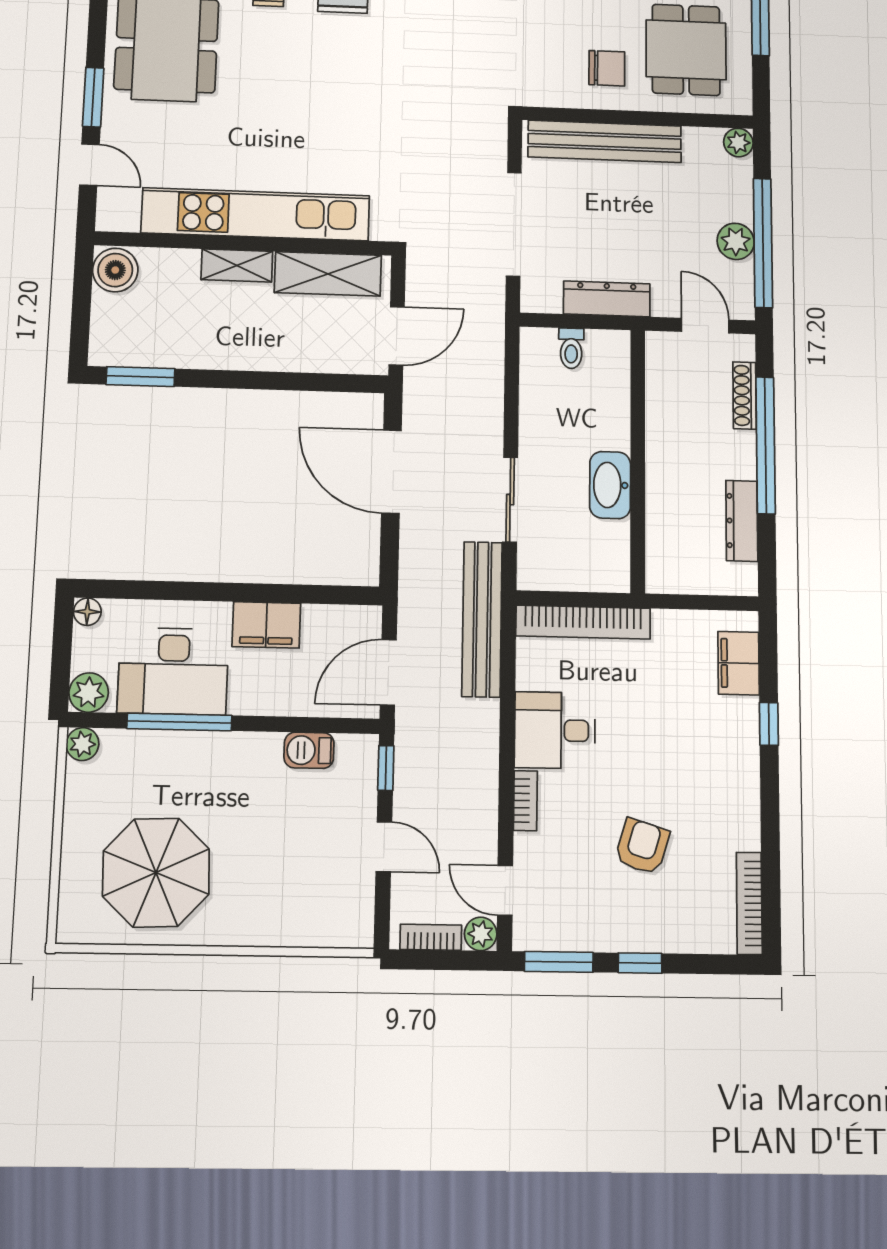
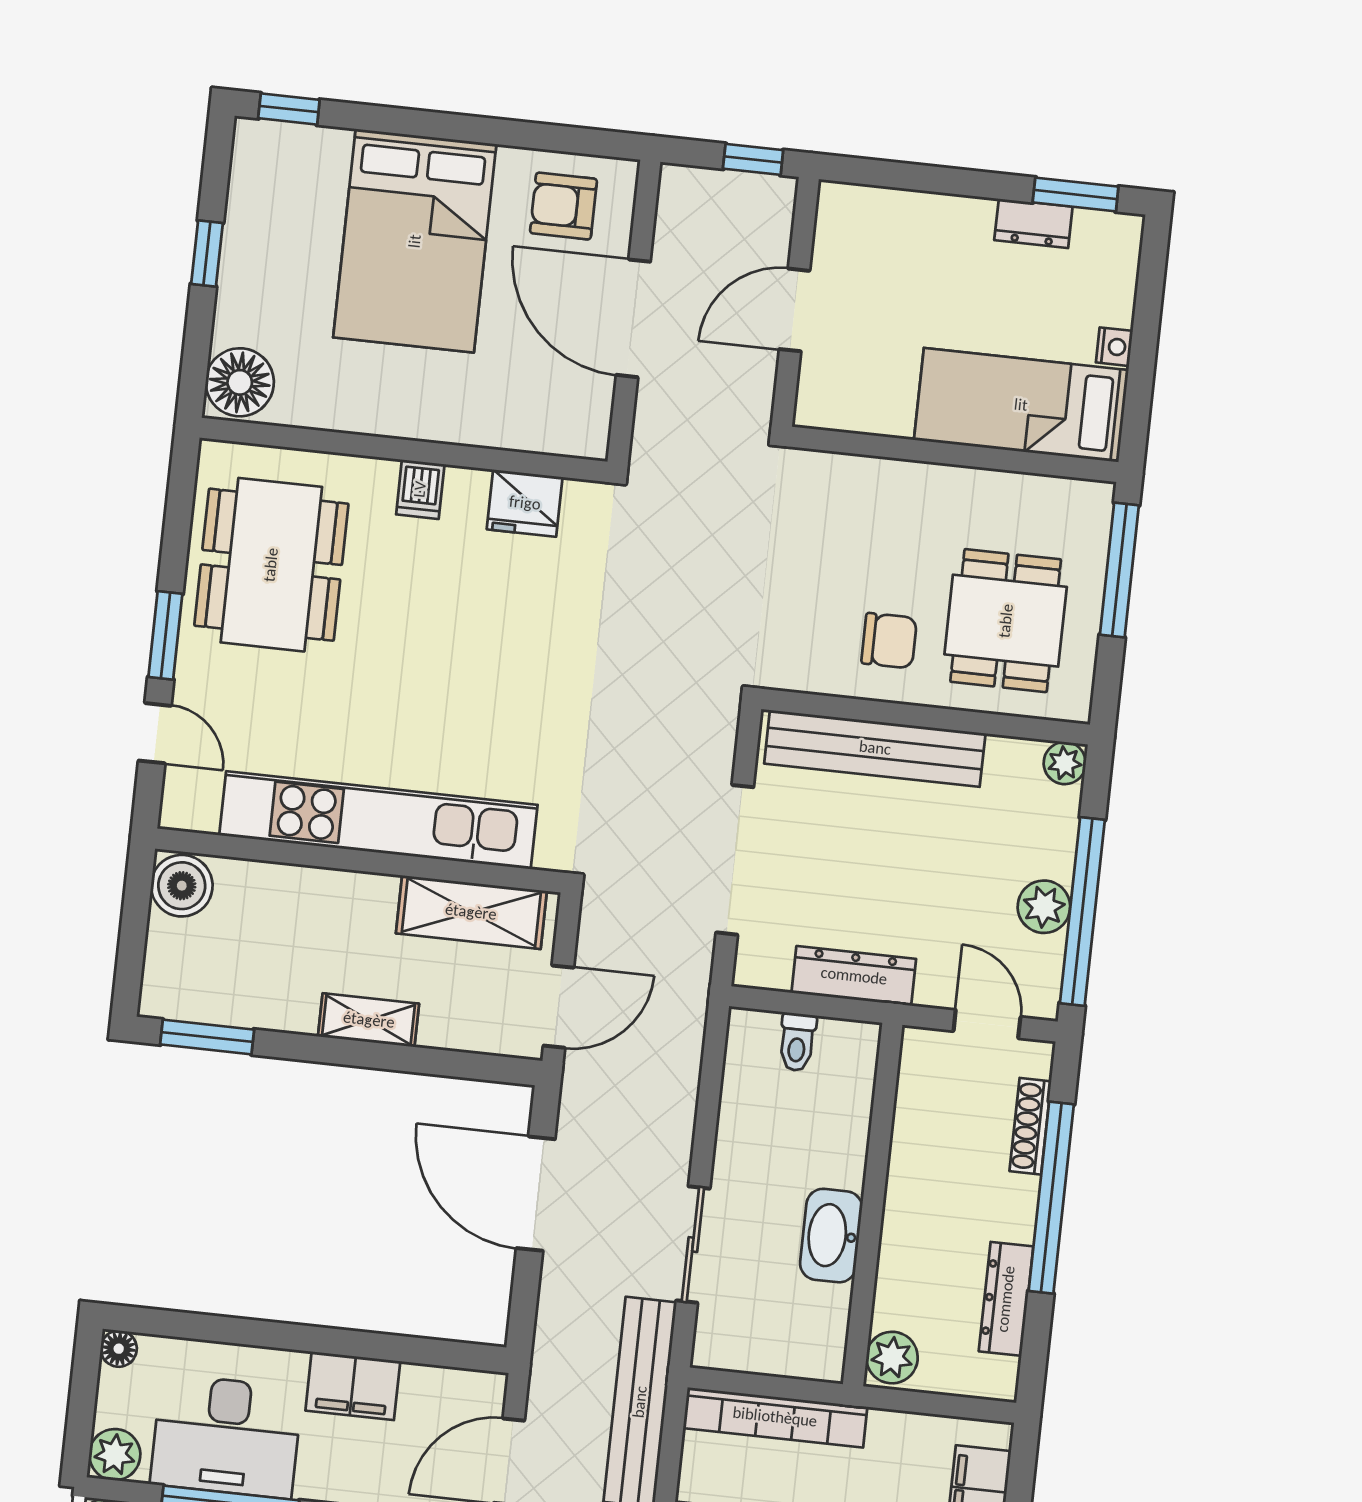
shelving: (237, 266) -> (369, 1020), moved
plant: (664, 571) -> (892, 1358), added

